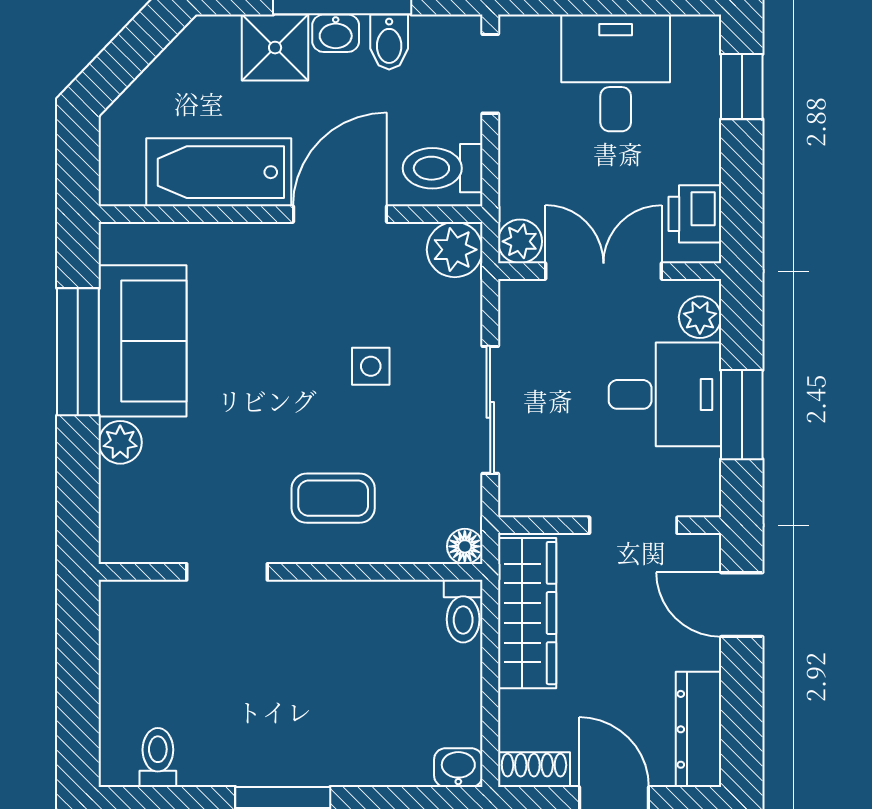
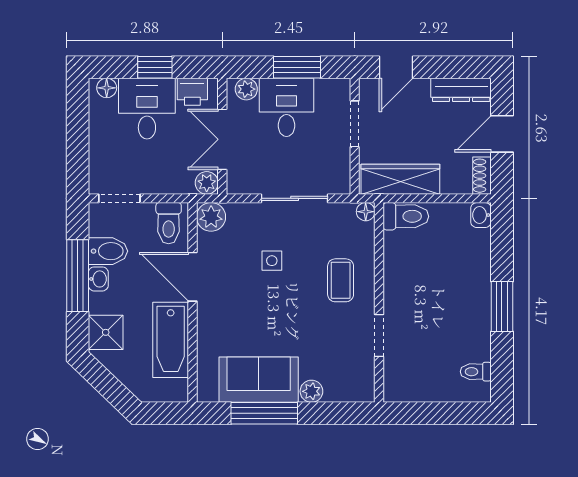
bidet: (389, 42) -> (108, 251), width x1.38, depth x1.36
shower: (275, 48) -> (106, 332), moved
floor lamp: (702, 49) -> (107, 88), added
desk: (616, 73) -> (147, 109), moved, turned 90
window: (742, 87) -> (155, 67), moved
toilet: (463, 611) -> (406, 216), width x1.37, depth x1.39

